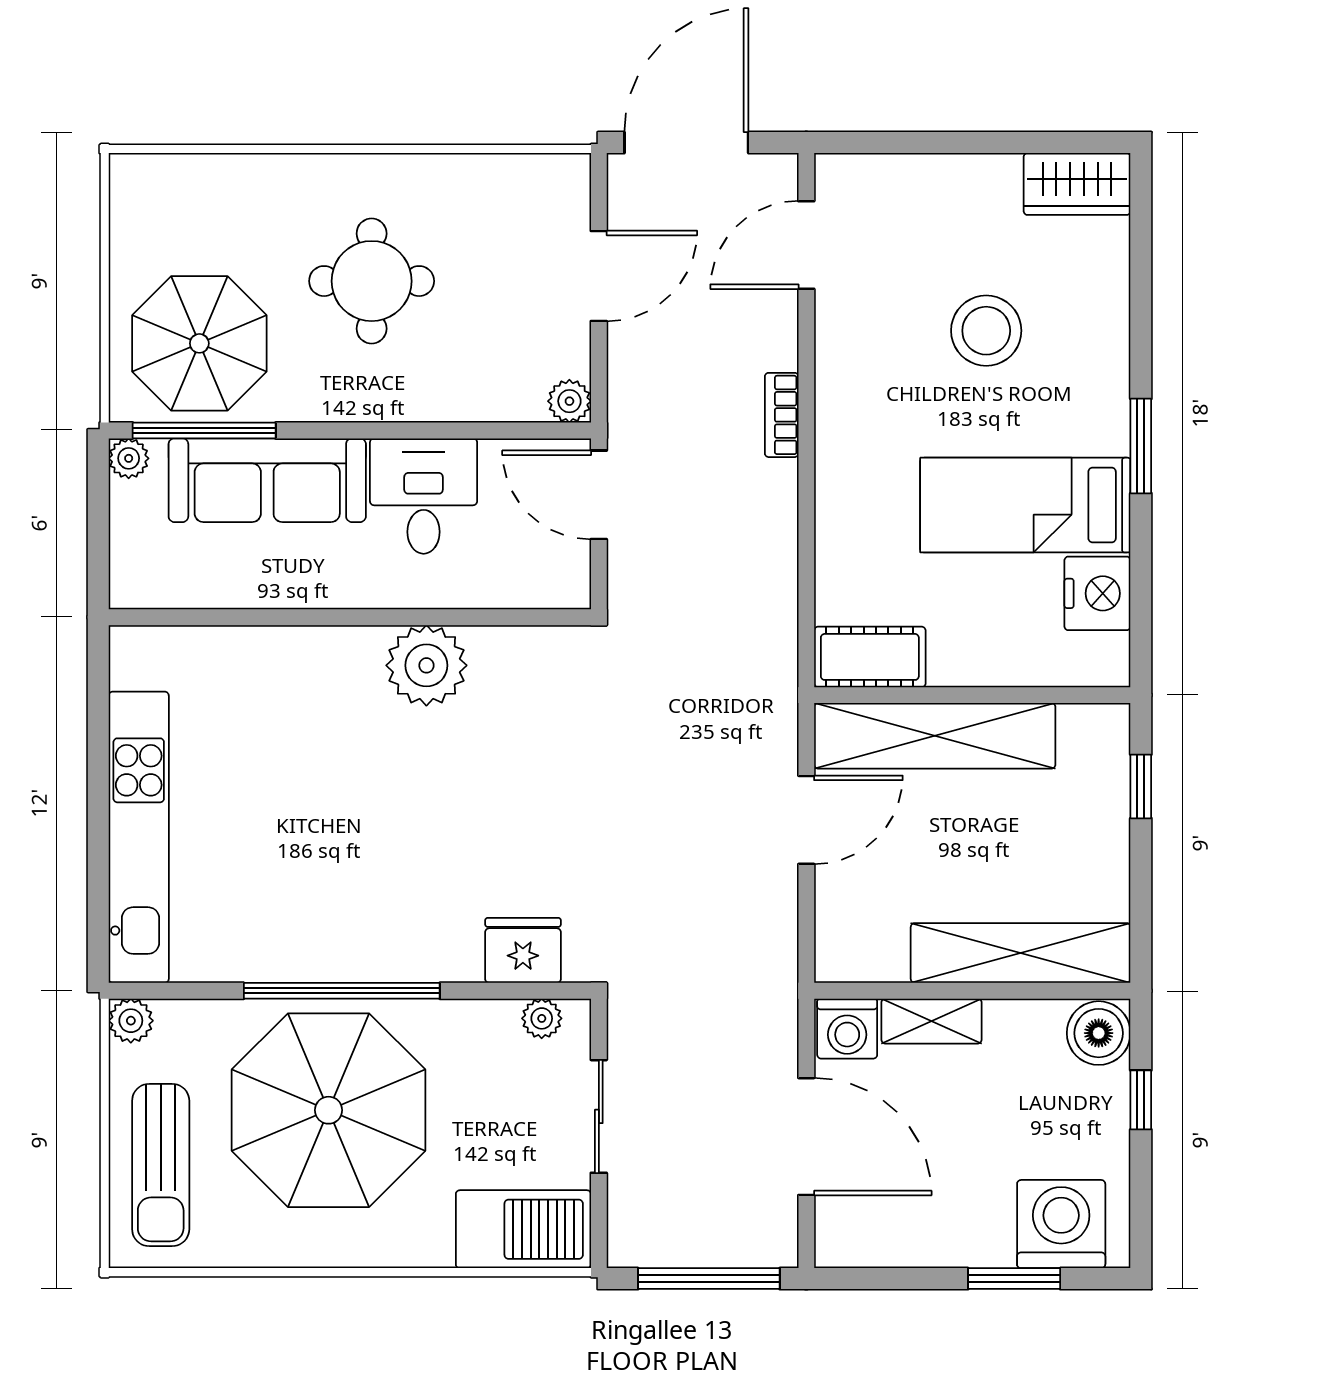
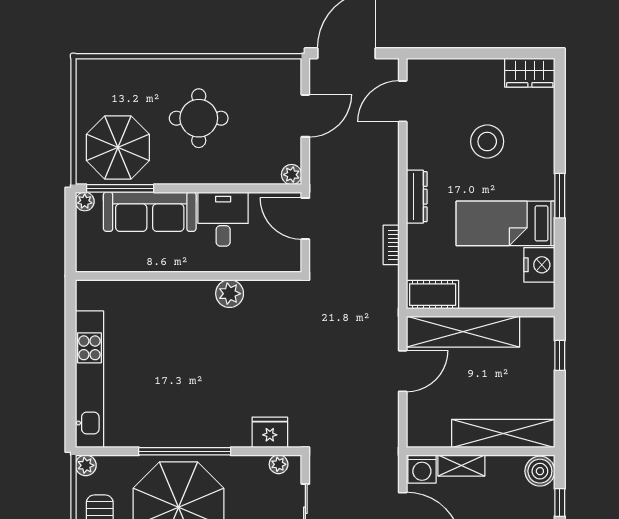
bookcase: (782, 415) -> (391, 245), moved
dresser: (836, 448) -> (417, 197), added
plant: (426, 665) -> (230, 294), width x0.73, depth x0.73

